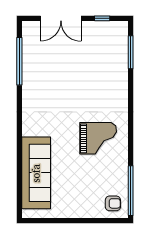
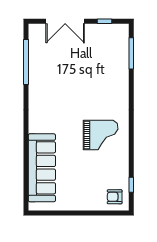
window: (131, 191) -> (131, 185), width x0.32
armchair: (113, 203) -> (115, 197), turned 180

